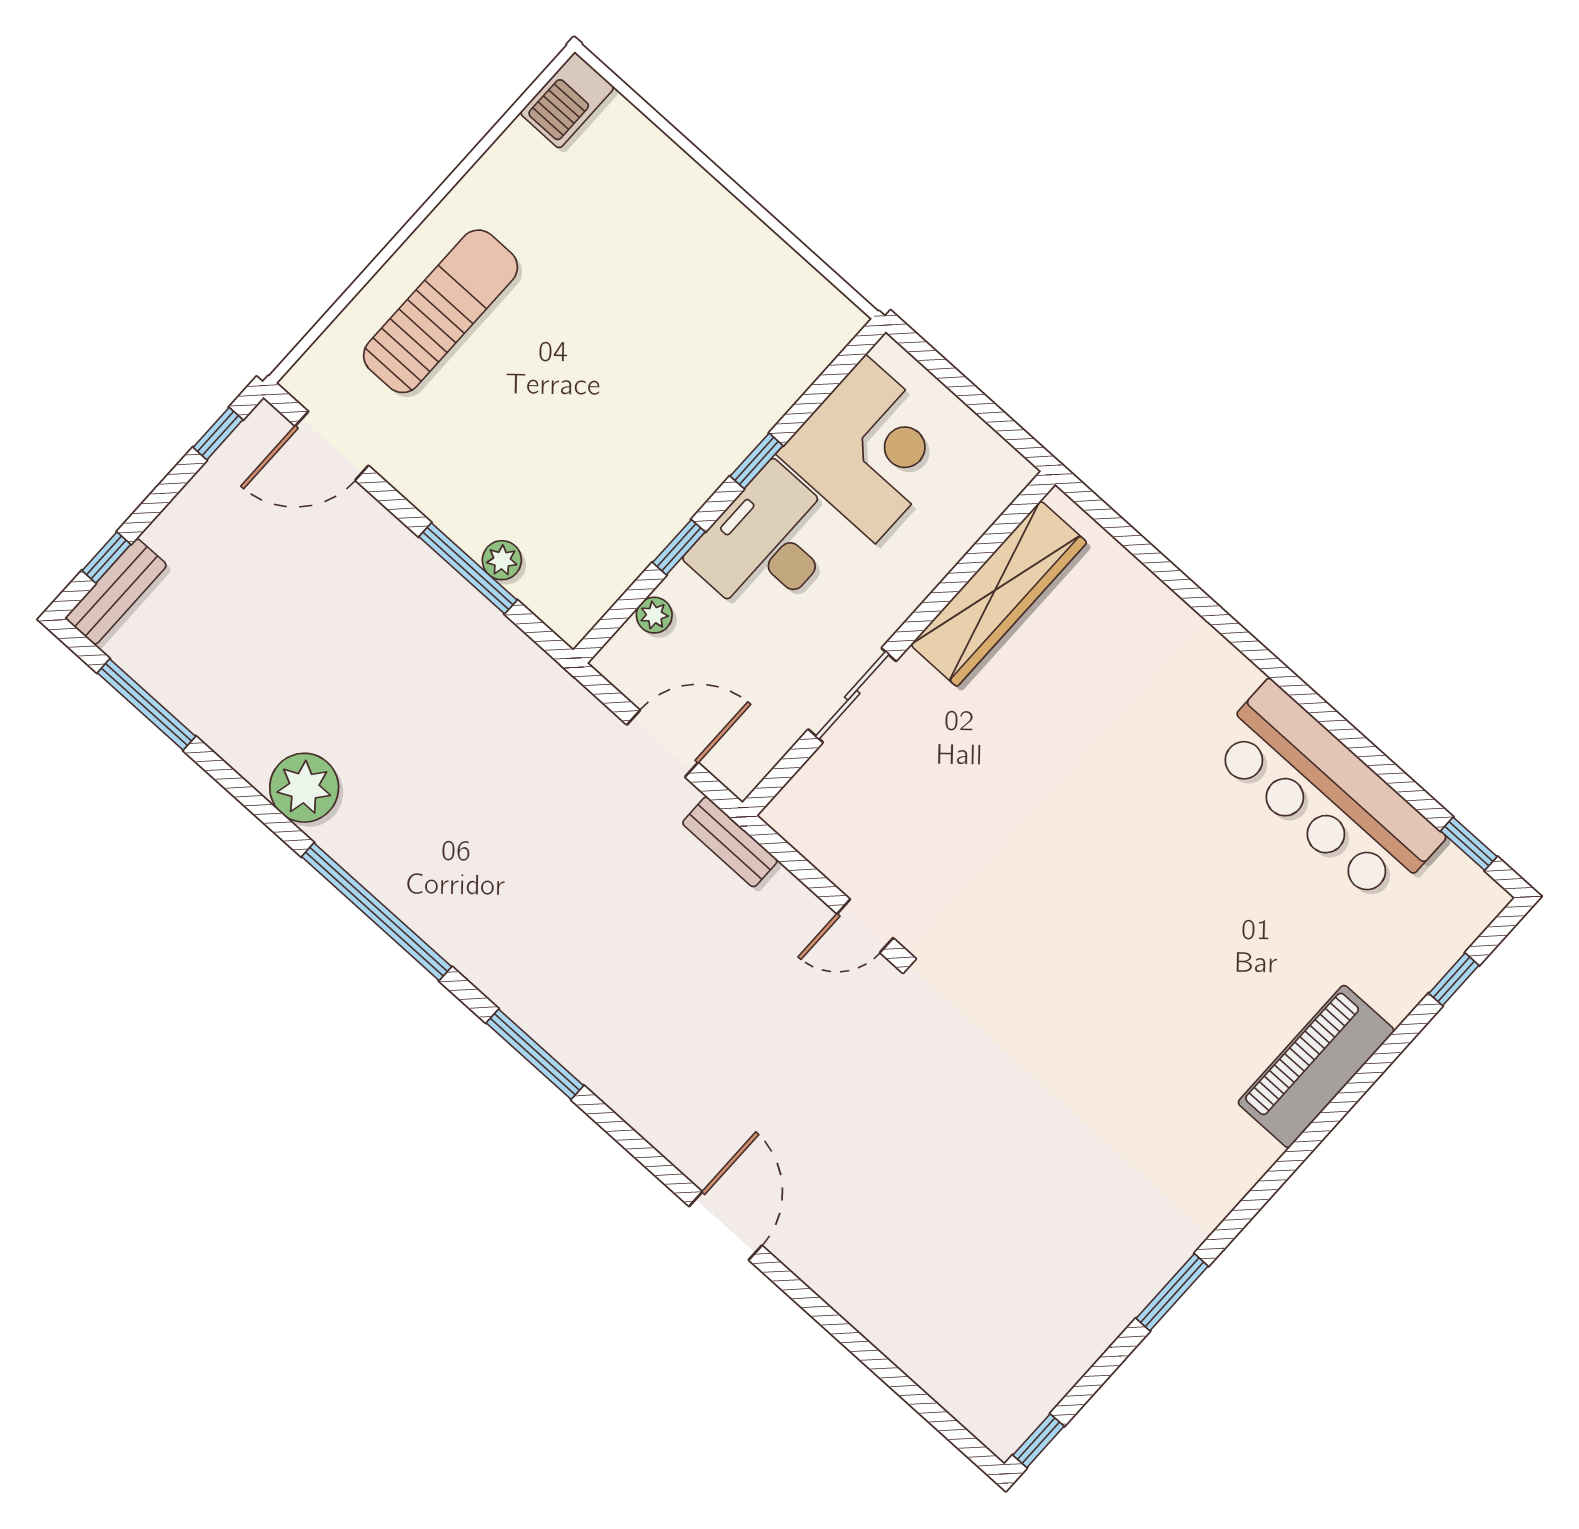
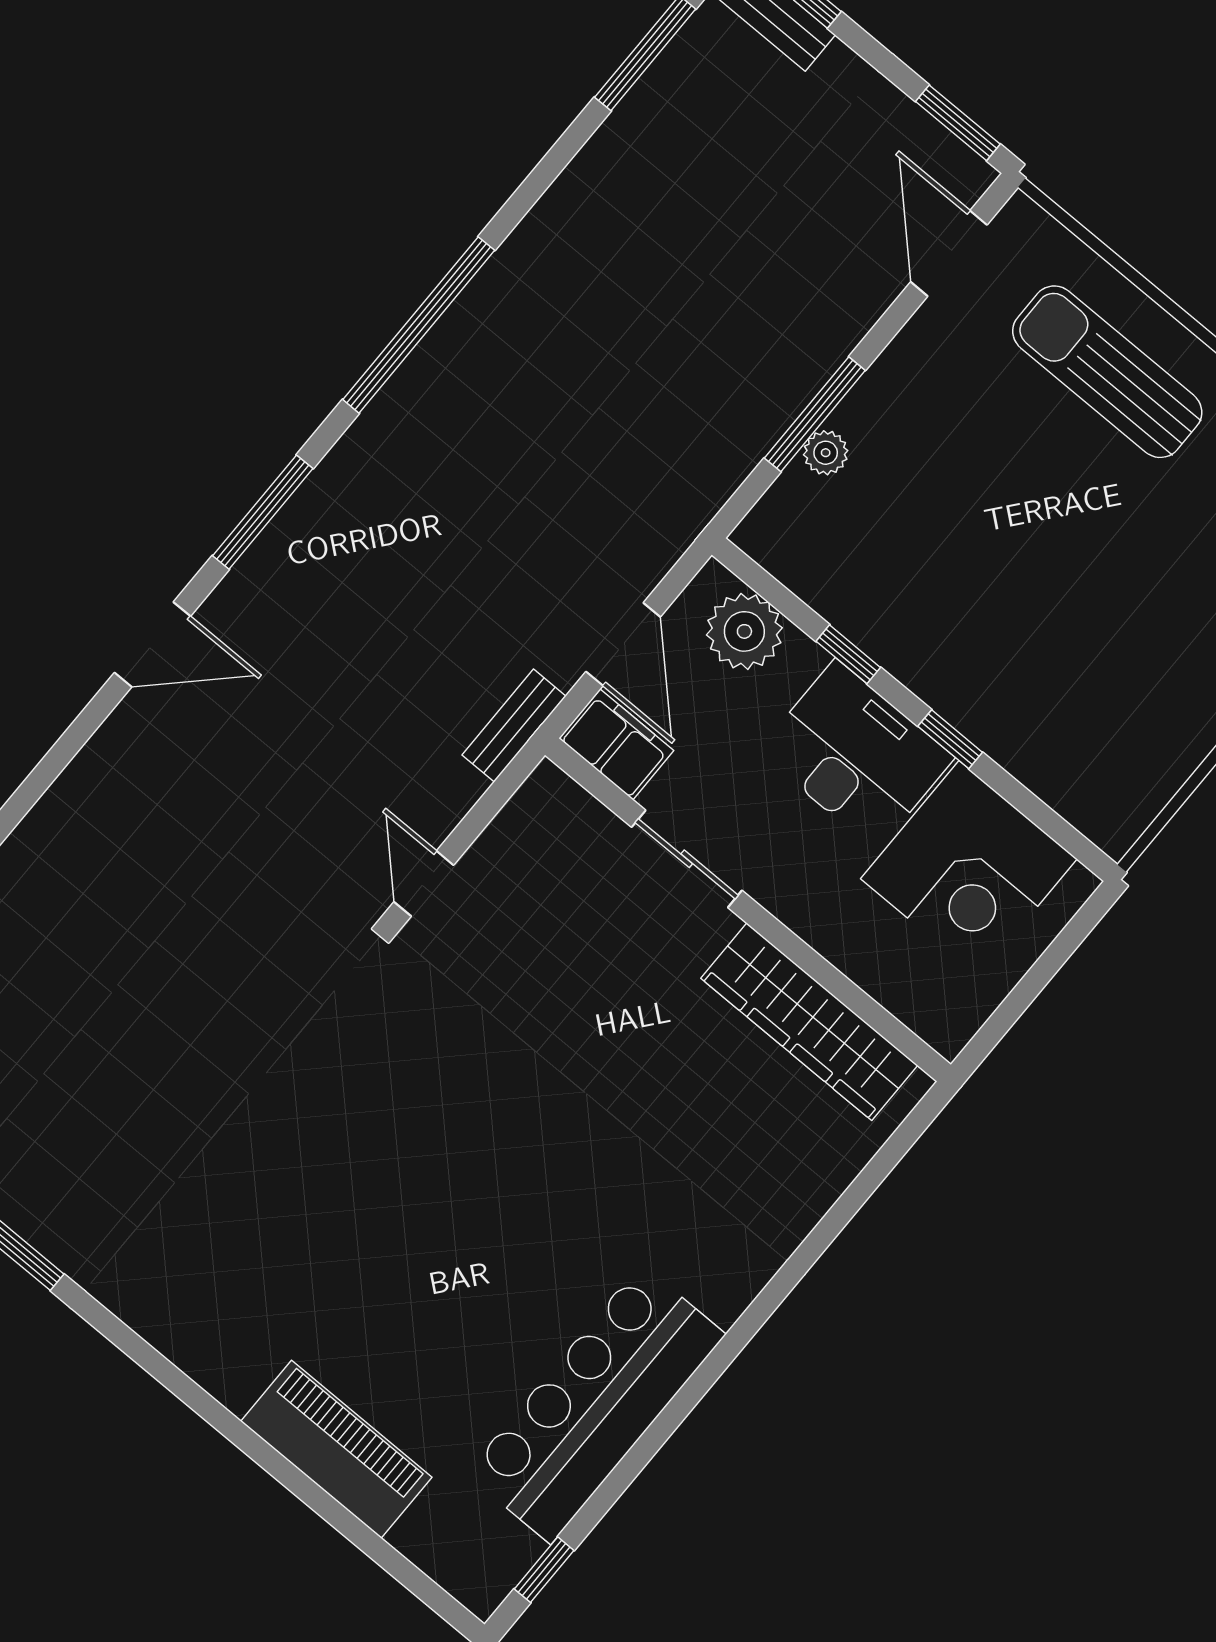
sun lounger: (441, 311) -> (1107, 372), turned 180
window: (218, 434) -> (958, 123), width x1.50
plant: (654, 615) -> (744, 631), width x1.88, depth x1.88
filing cabinet: (750, 753) -> (616, 744), added
plant: (304, 788) -> (557, 237), removed
window: (1454, 979) -> (389, 1558), removed
piano: (1316, 1066) -> (336, 1449), moved
door: (725, 1226) -> (152, 644), moved

